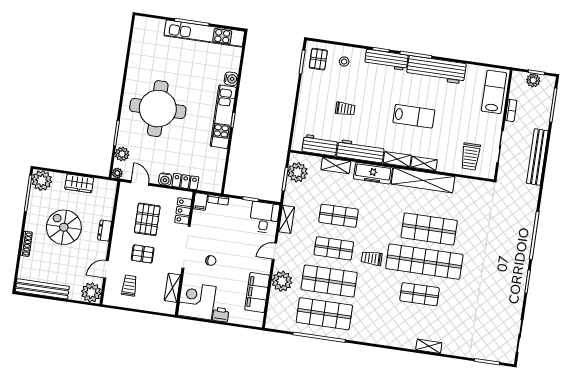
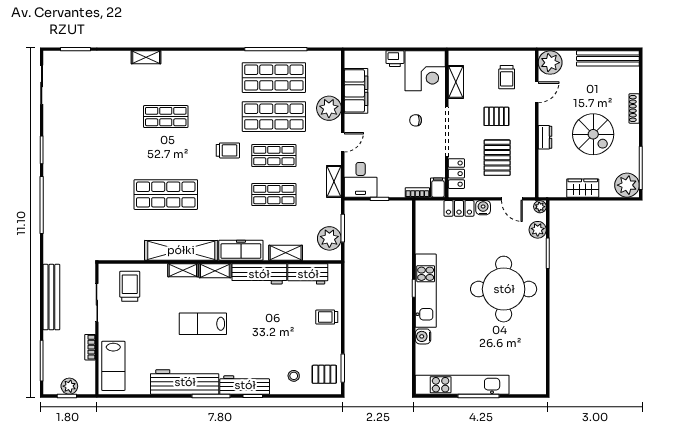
pallet: (318, 59) -> (324, 374), turned 90
trolley: (345, 109) -> (327, 317), moved
shop shelf: (424, 262) -> (166, 156), removed

